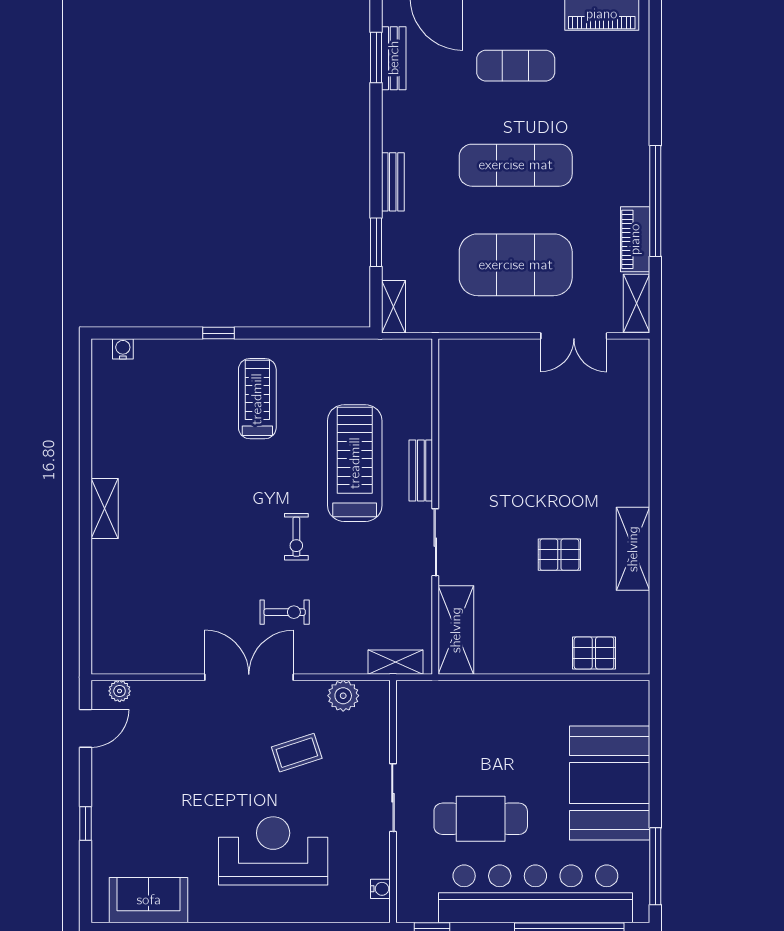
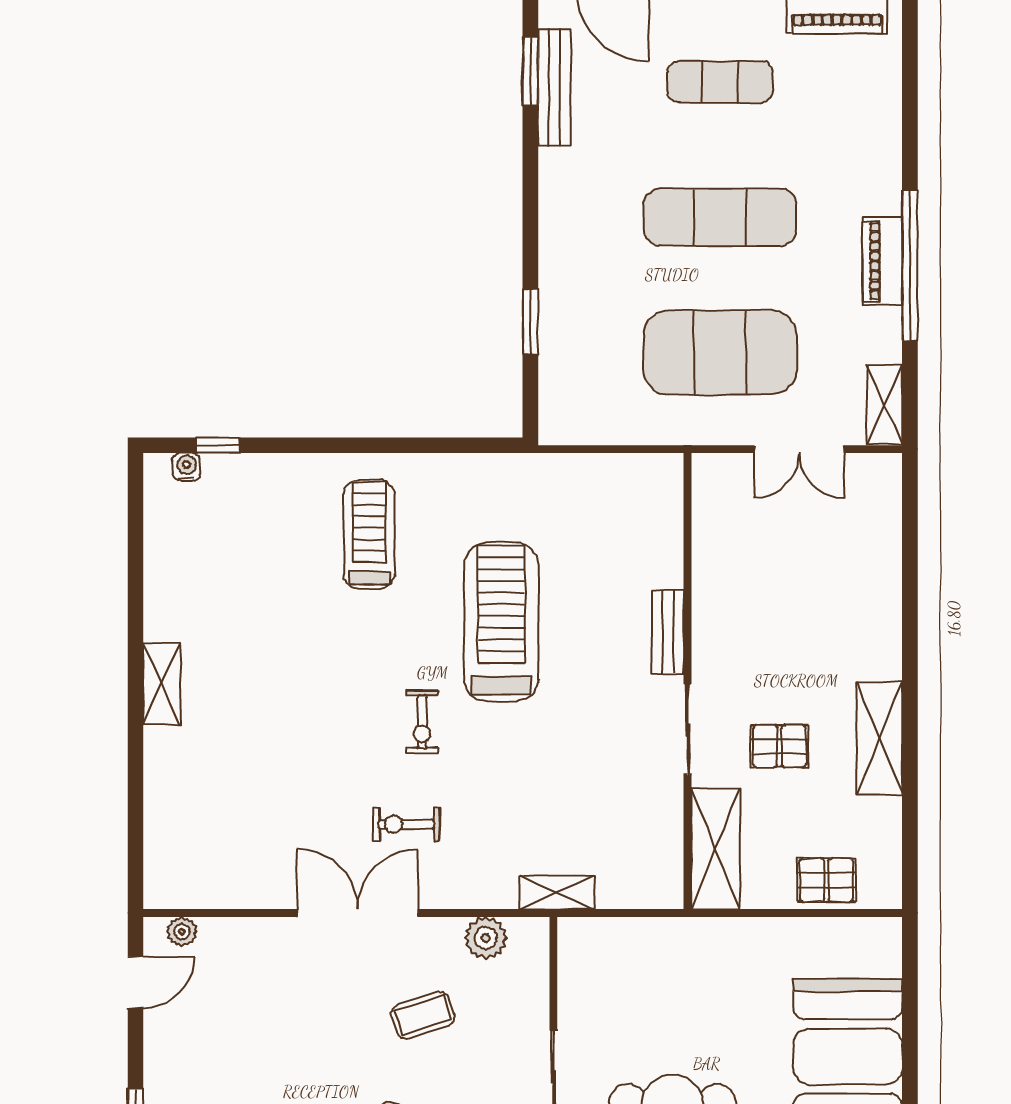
bench: (394, 58) -> (554, 87), width x1.36
bench: (393, 182) -> (553, 240), removed
piano: (635, 239) -> (882, 261), moved
shelving: (394, 307) -> (554, 410), removed
window: (218, 333) -> (218, 445), moved
bench: (421, 470) -> (668, 632), moved
wall: (435, 507) -> (688, 681), moved
sliding door: (435, 542) -> (688, 729), moved
exercise bike: (285, 612) -> (406, 824), turned 180
shelving: (456, 630) -> (716, 849), moved

